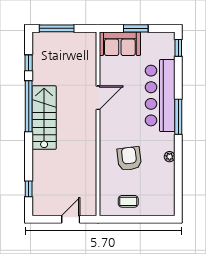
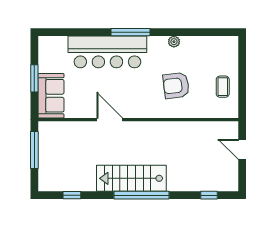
window: (57, 28) -> (34, 150), moved
window: (178, 48) -> (55, 32), removed
window: (29, 106) -> (141, 195), moved

